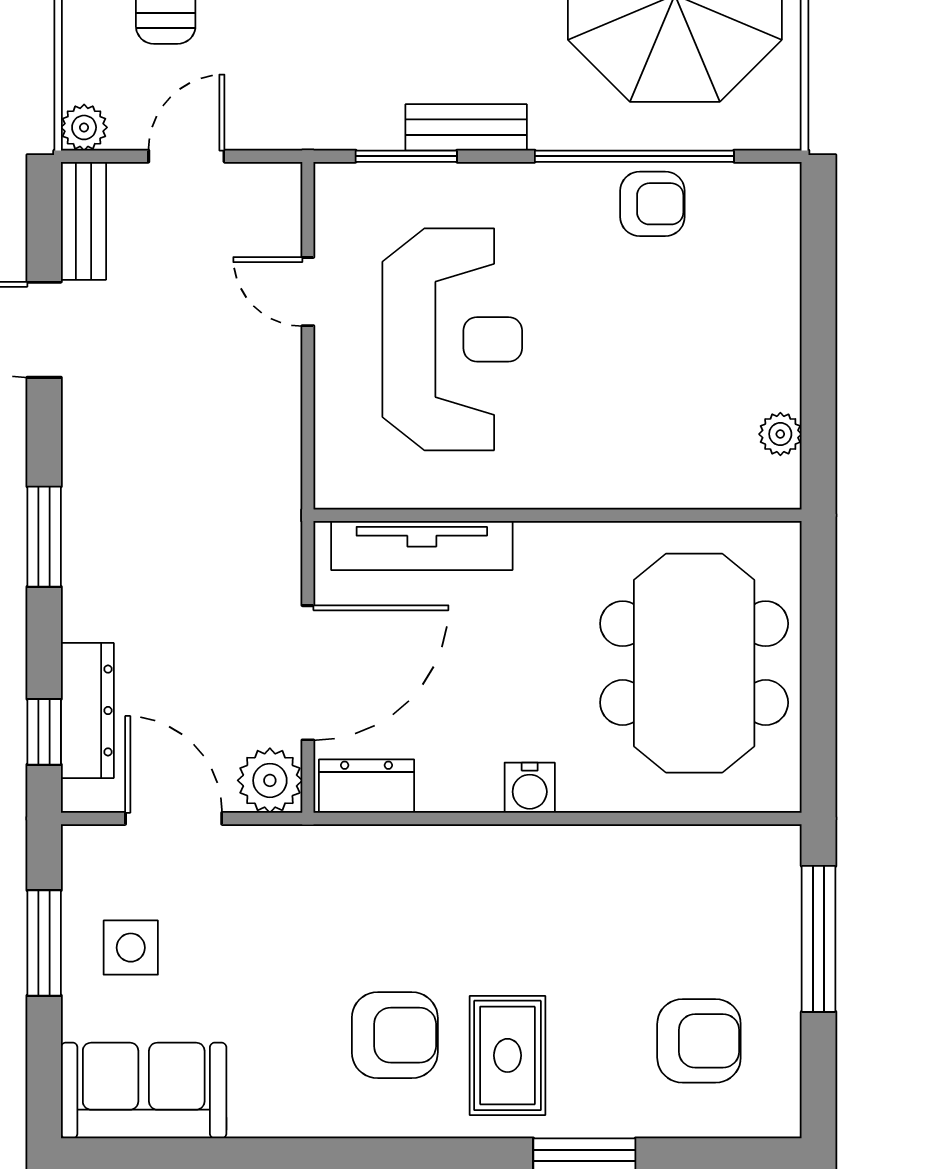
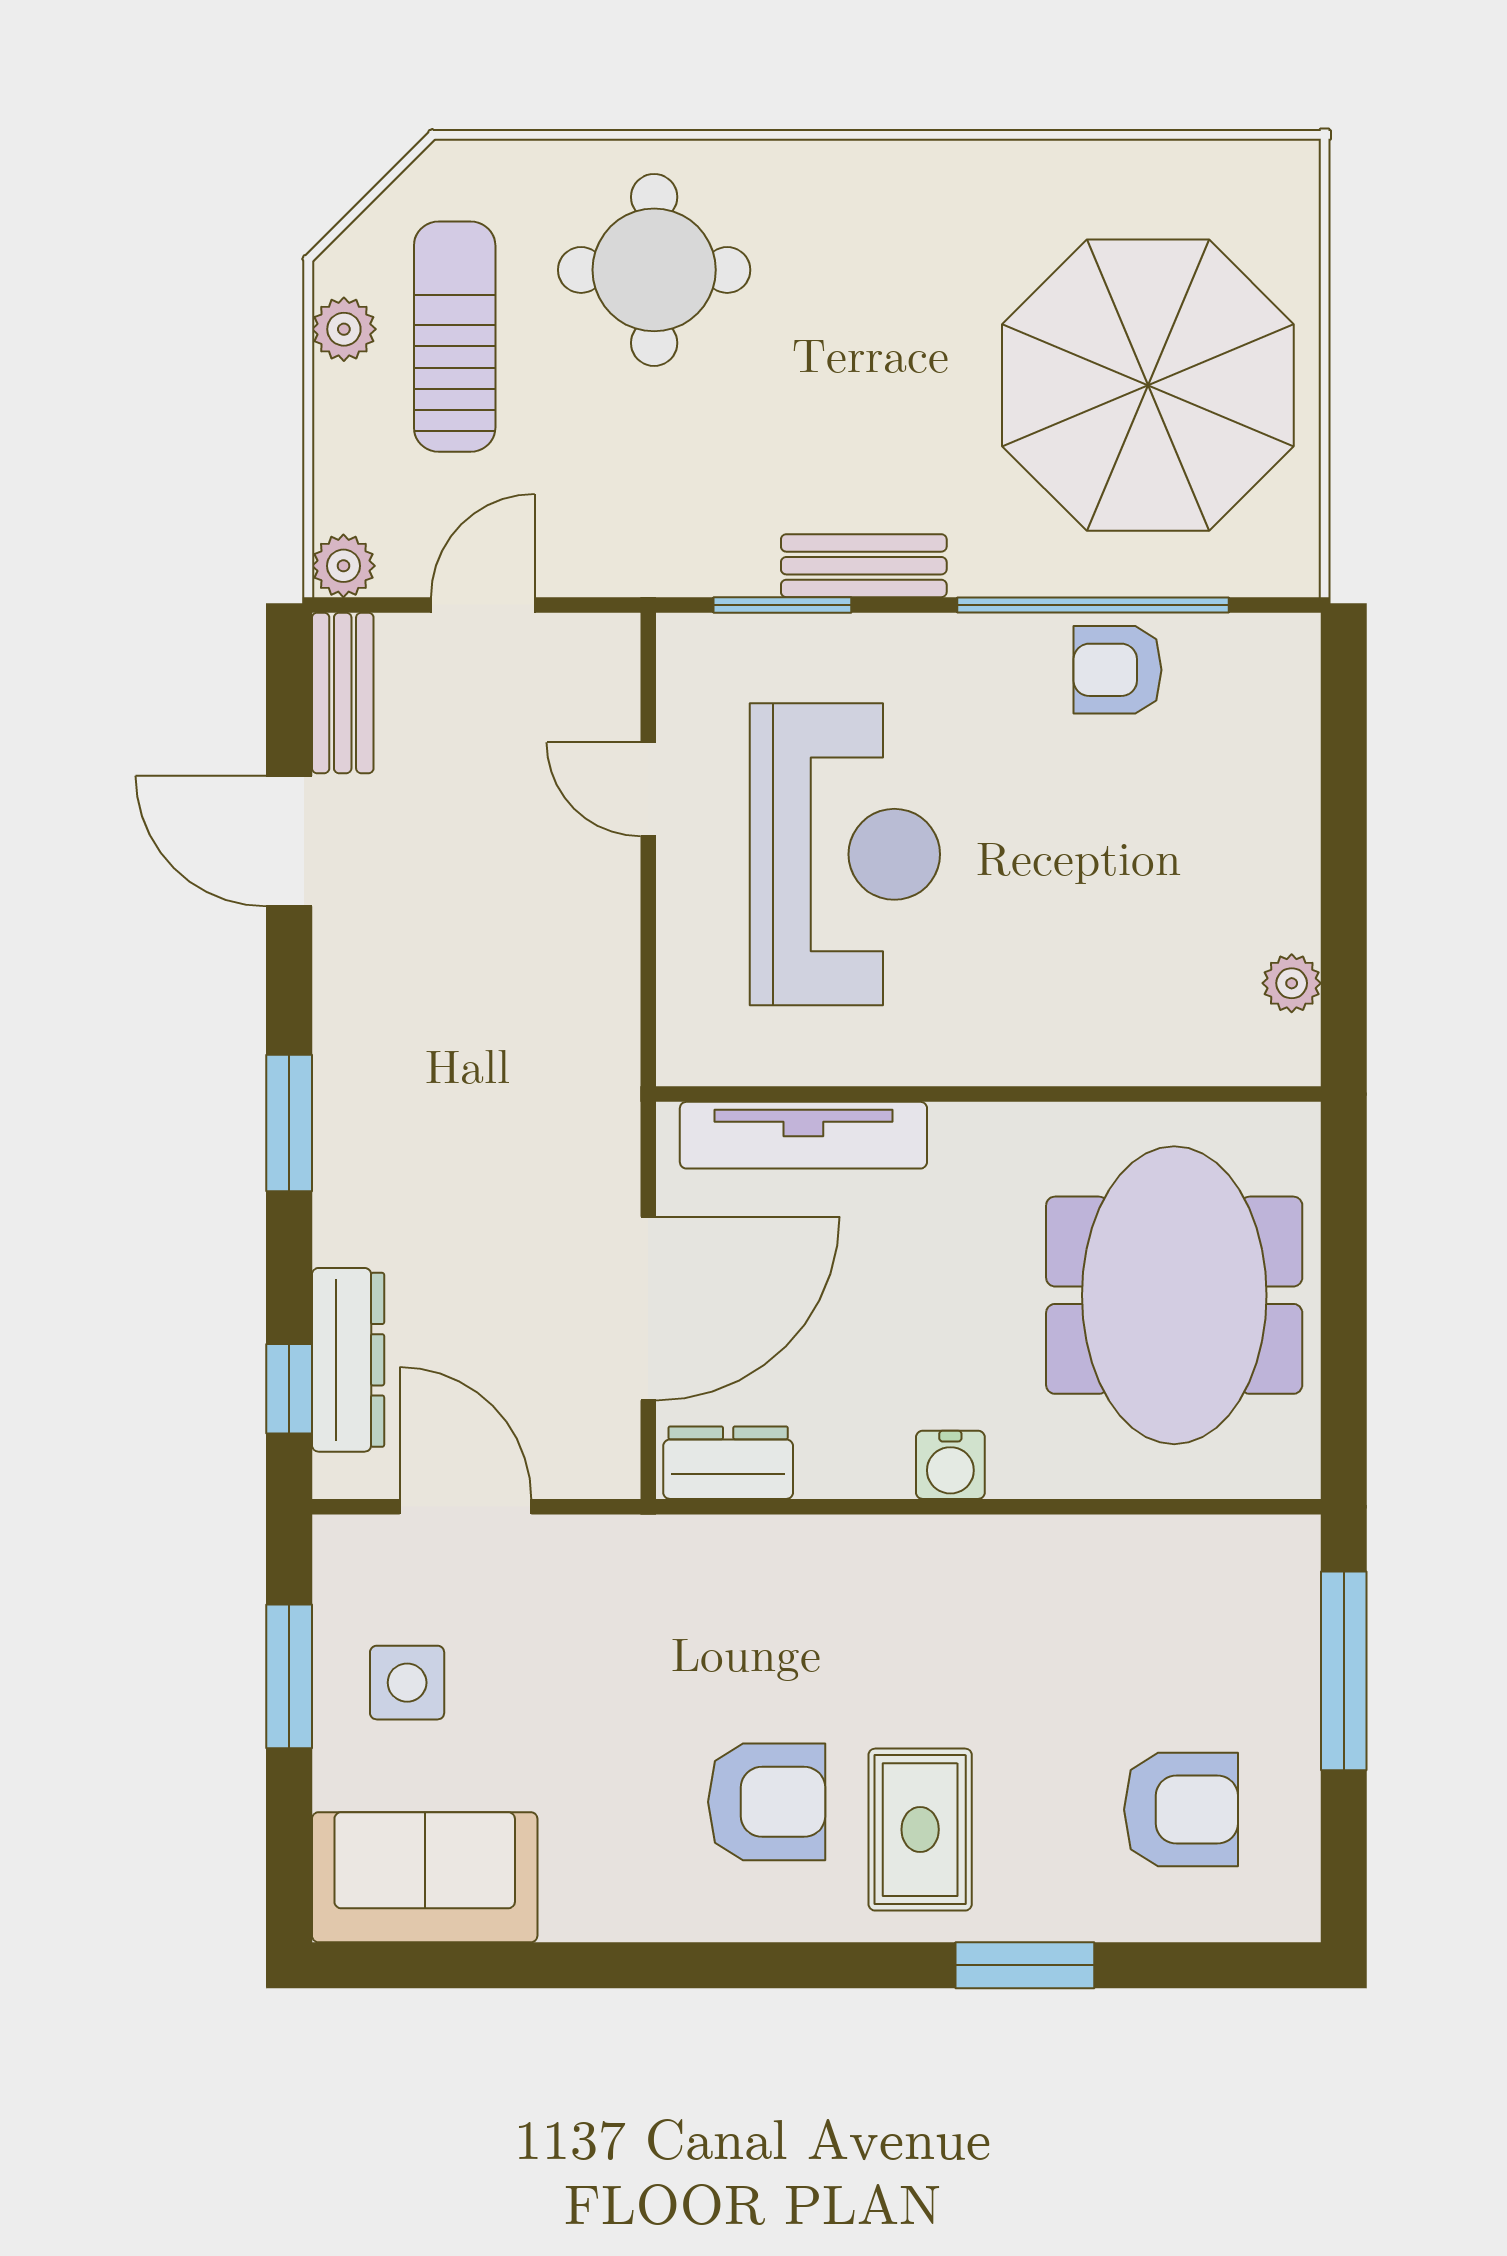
armchair: (652, 204) -> (1118, 670), turned 180
plant: (270, 780) -> (597, 1455), removed

